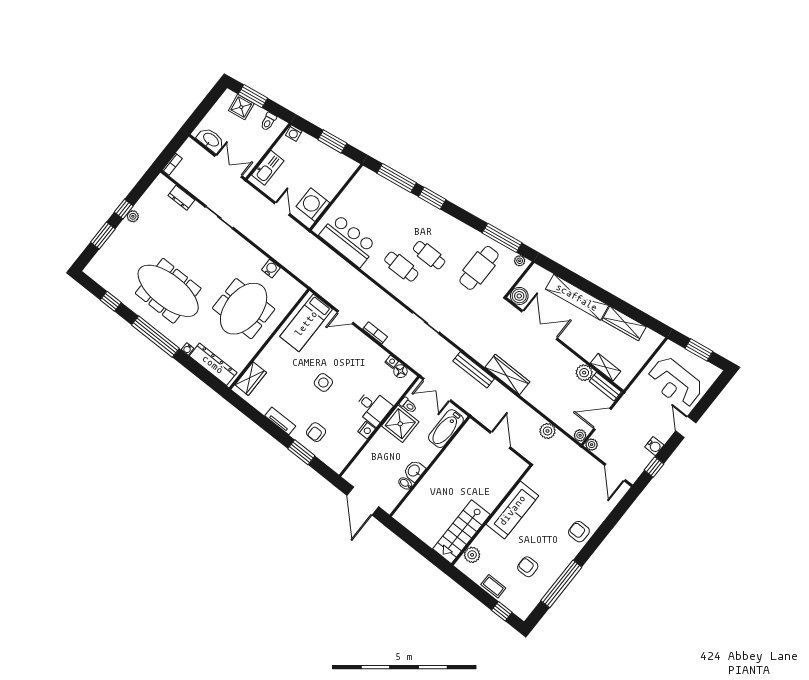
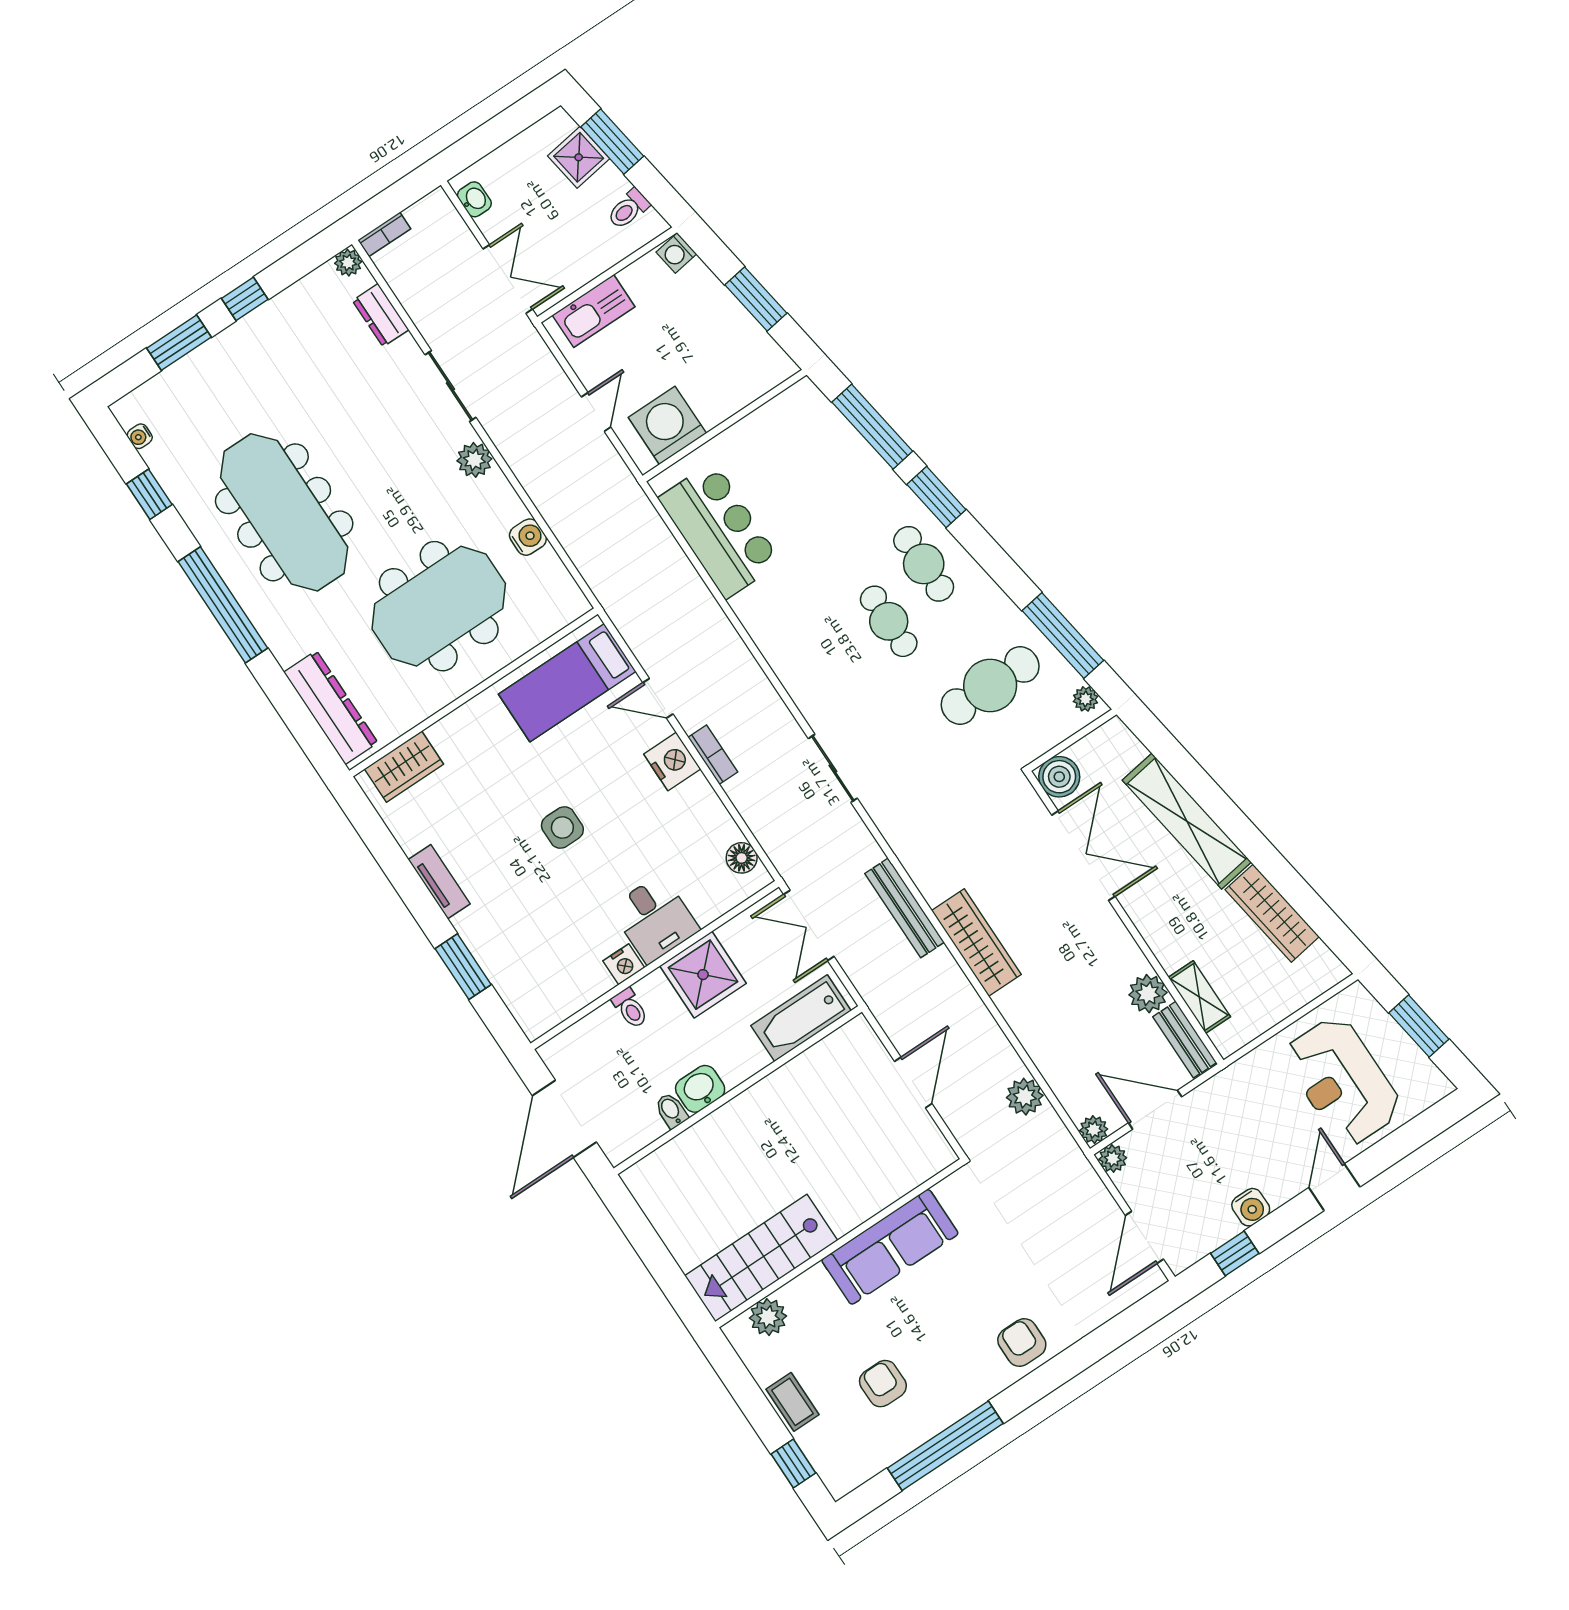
washbasin: (211, 140) -> (474, 199), width x0.52, depth x0.69
plant: (133, 216) -> (348, 263), moved
plant: (239, 244) -> (474, 460), added
cafe table: (401, 267) -> (924, 564), moved
water cooler: (188, 349) -> (140, 436), moved
nightstand: (392, 362) -> (672, 762), moved, width x1.89, depth x1.79
toilet: (408, 405) -> (630, 1008), moved
armchair: (316, 432) -> (510, 932), removed

